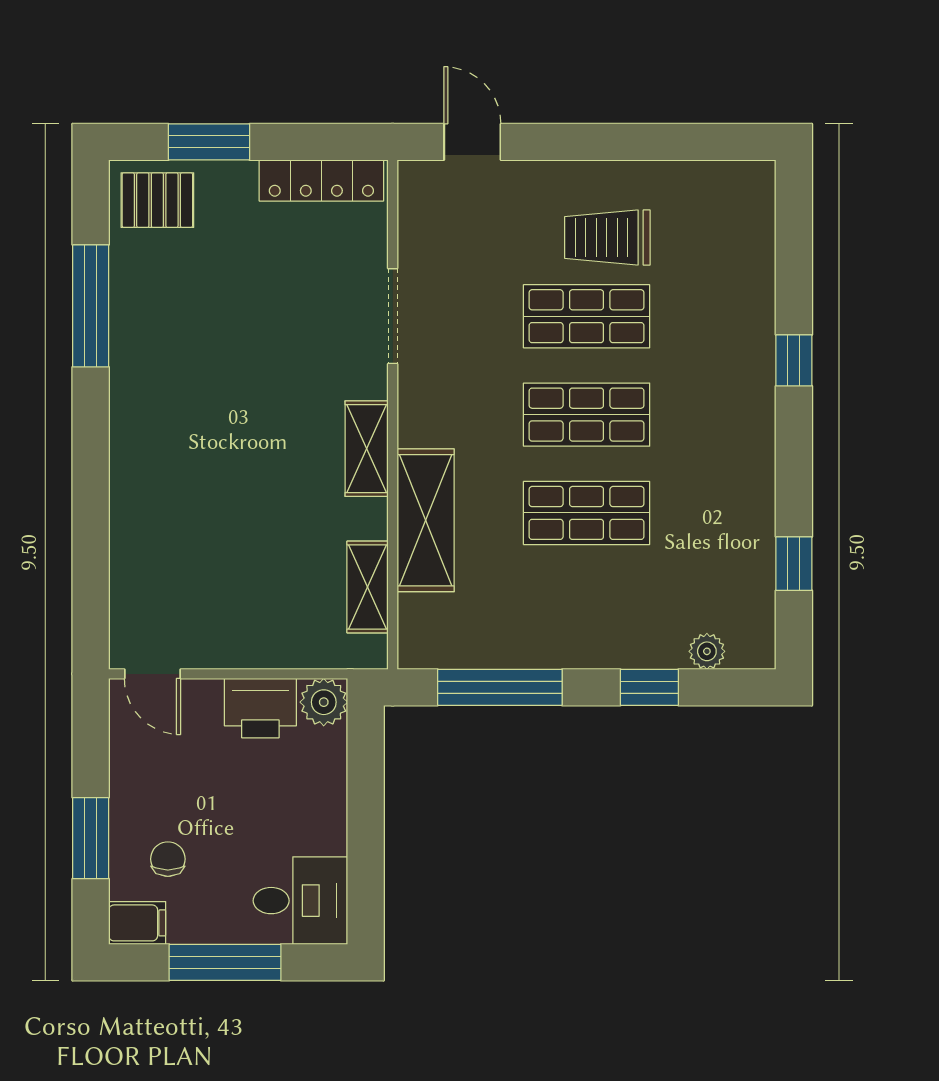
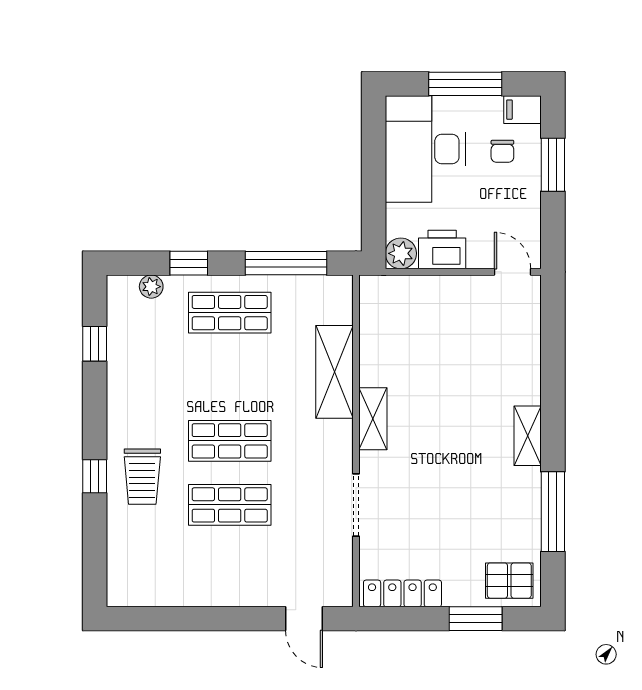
trolley: (607, 237) -> (142, 477), moved, turned 90
shop shelf: (587, 513) -> (230, 313), moved
shelving: (368, 587) -> (528, 436), moved
desk: (300, 901) -> (425, 149), width x1.87, depth x1.30

